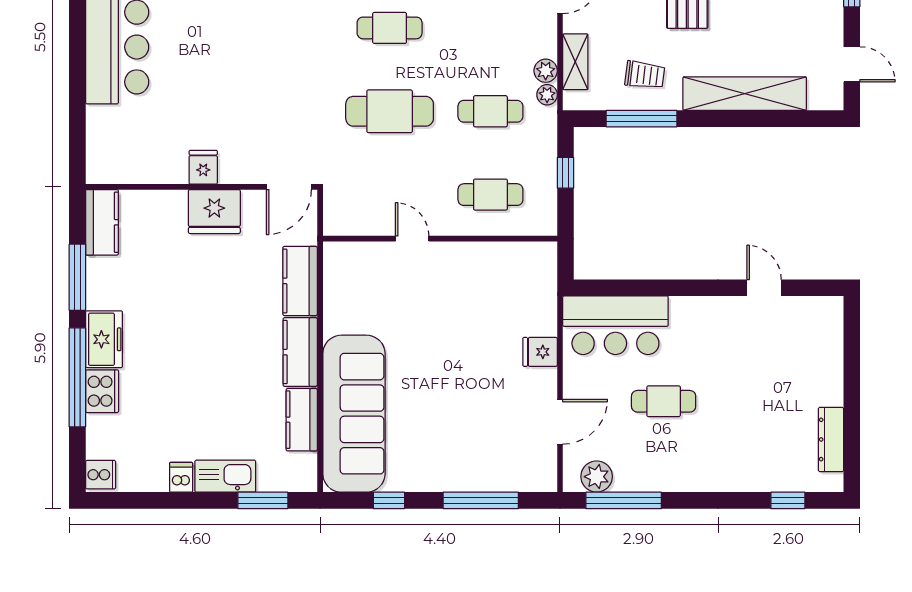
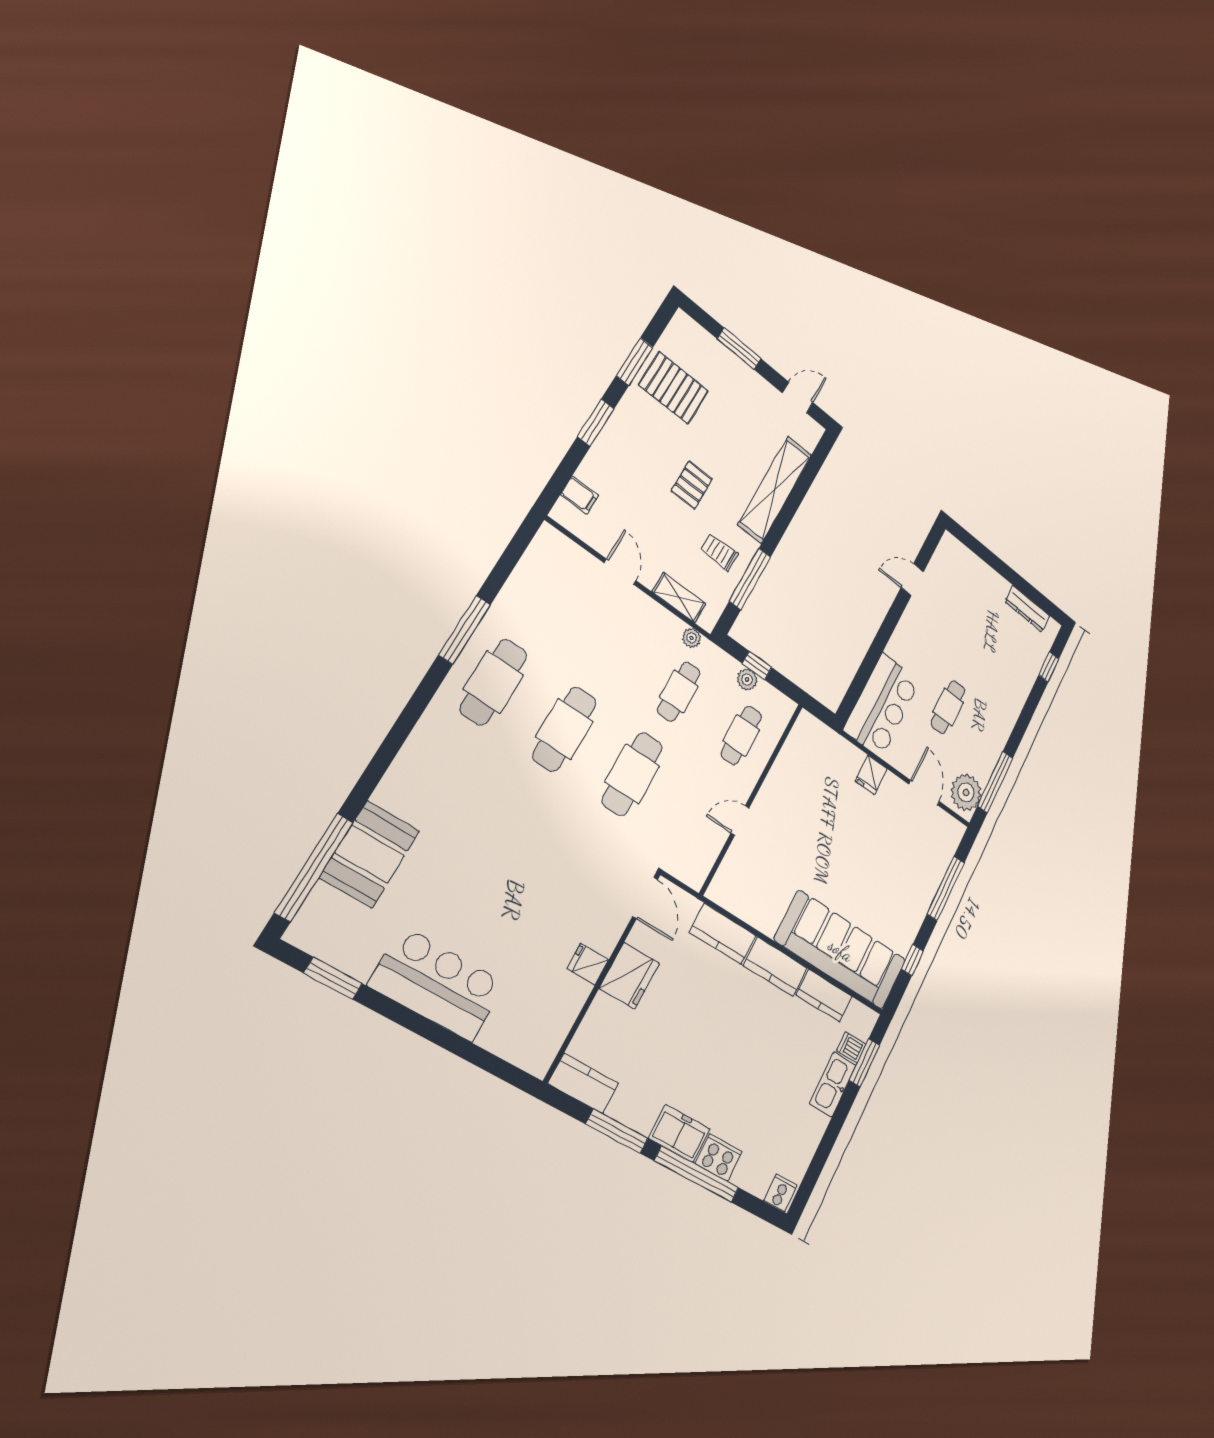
cafe table: (390, 28) -> (565, 729), width x1.37, depth x1.35
plant: (546, 71) -> (747, 680), moved
trolley: (645, 75) -> (720, 552), turned -97
dishwasher: (181, 477) -> (851, 1047), moved
plant: (597, 477) -> (966, 792), width x1.36, depth x1.36

